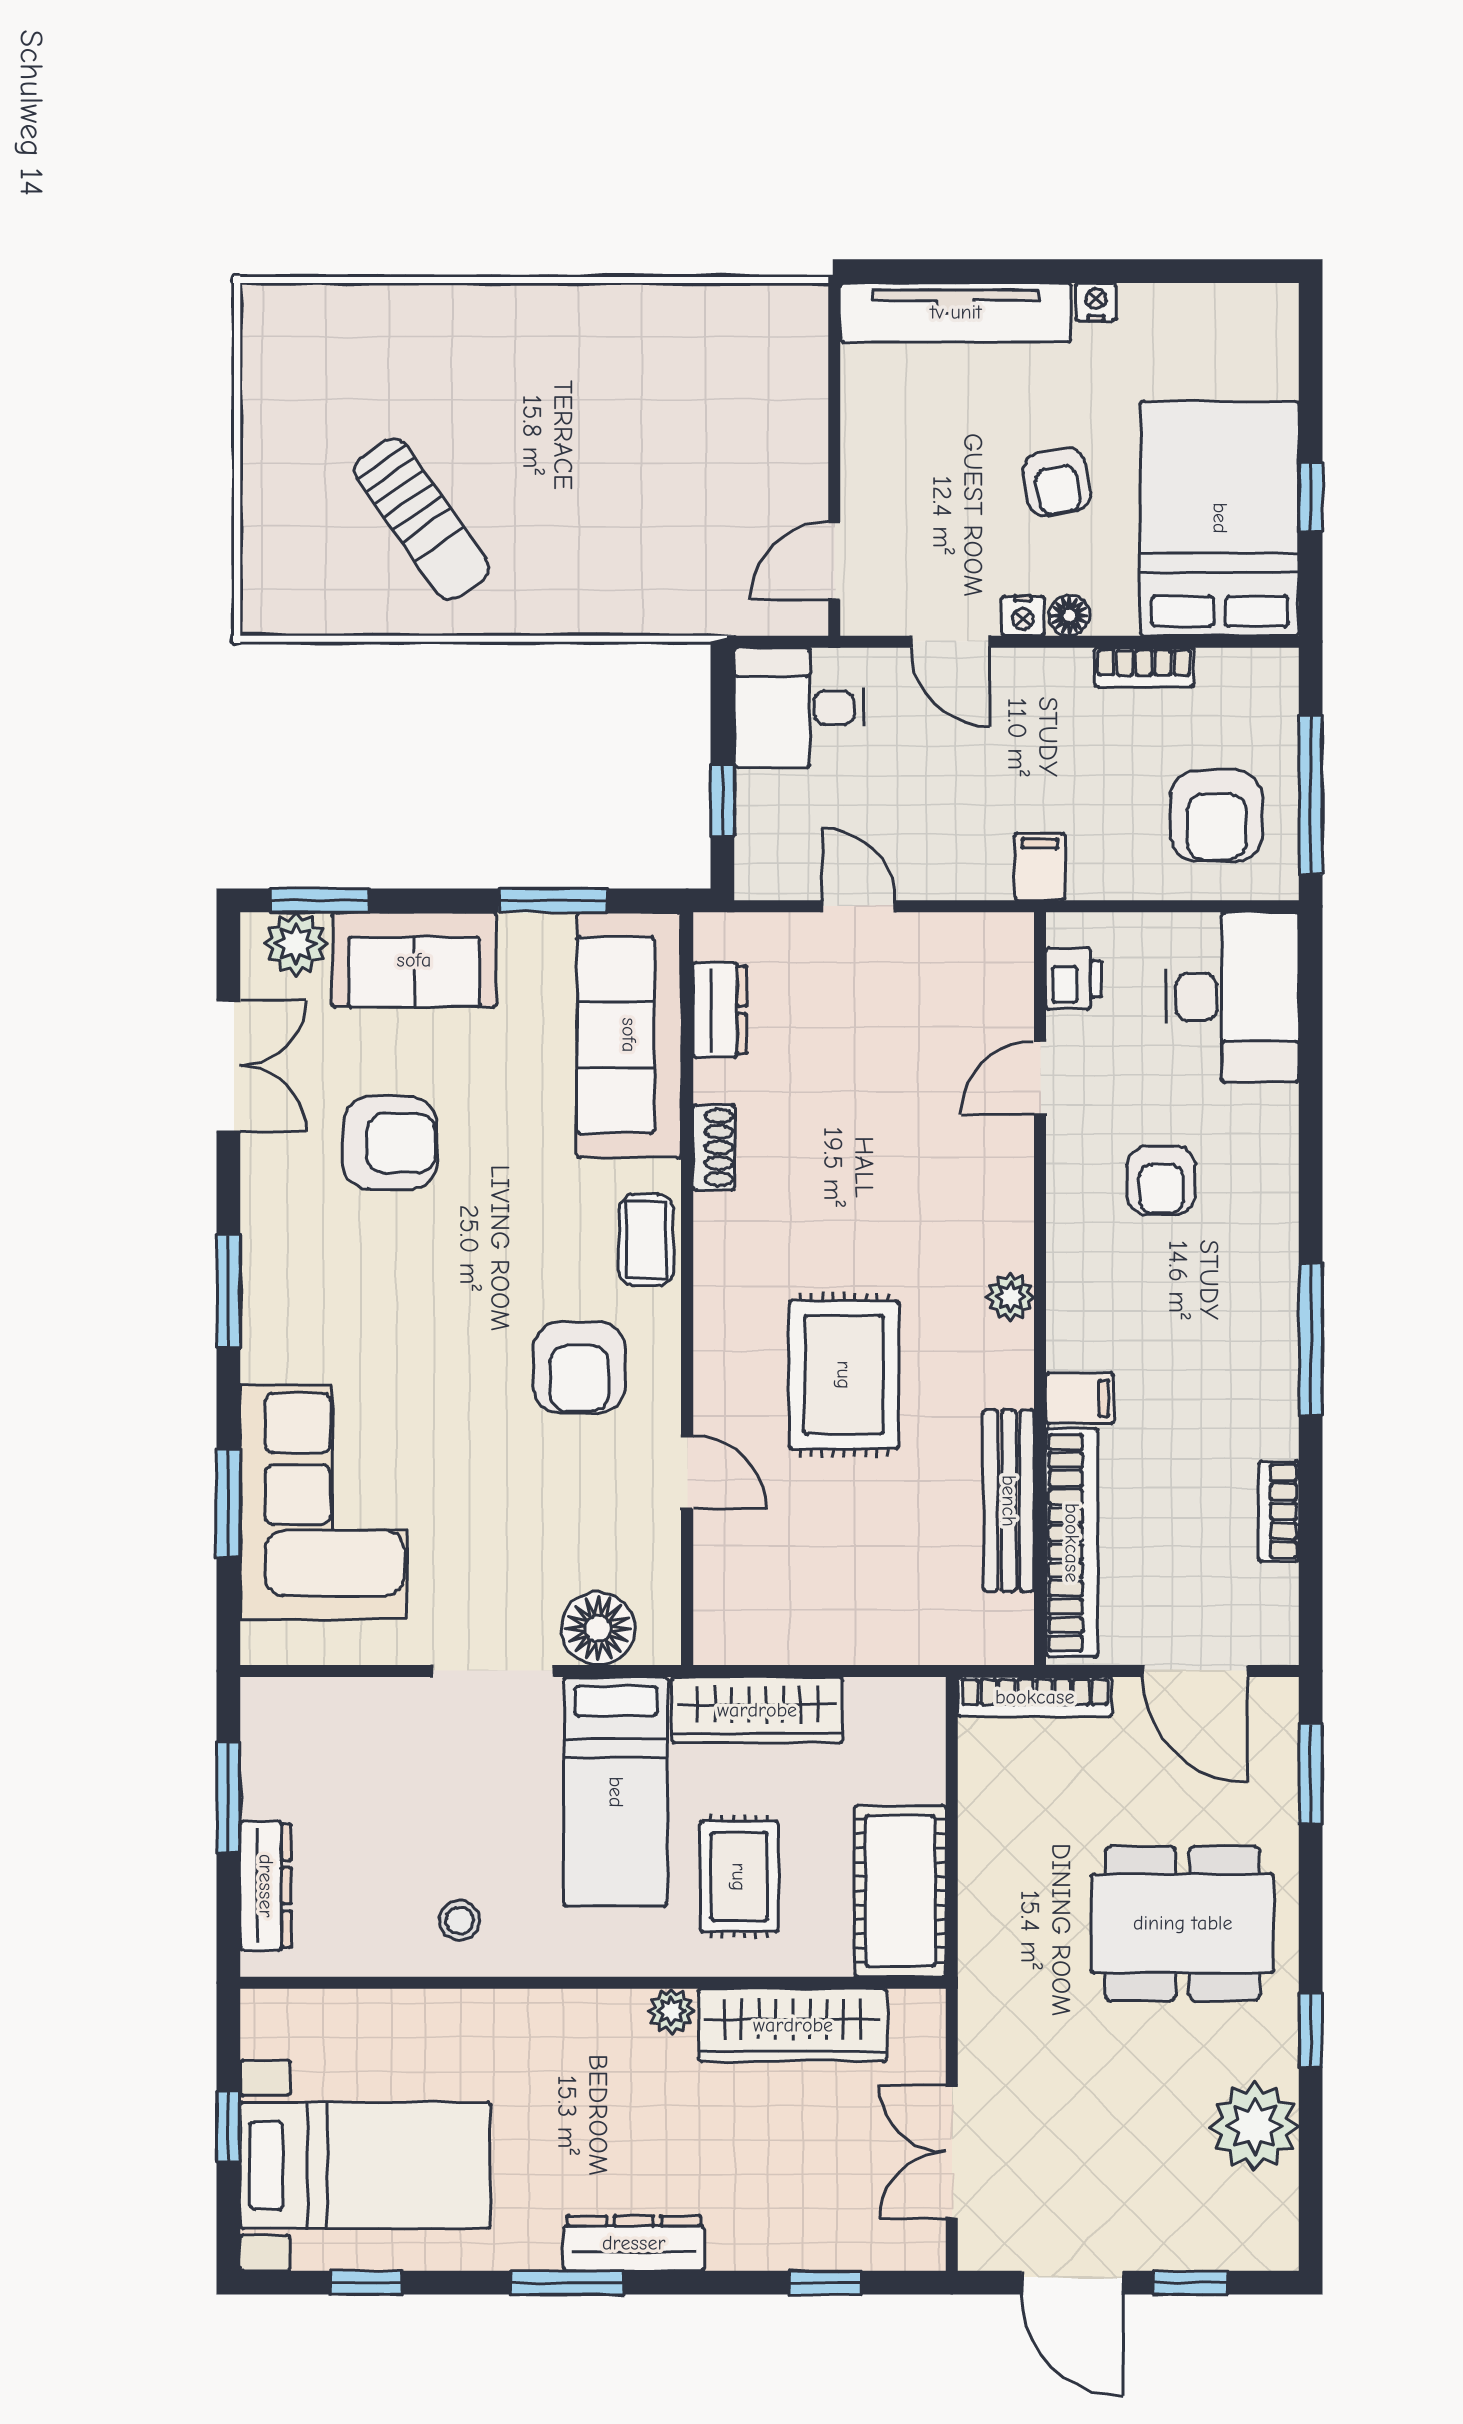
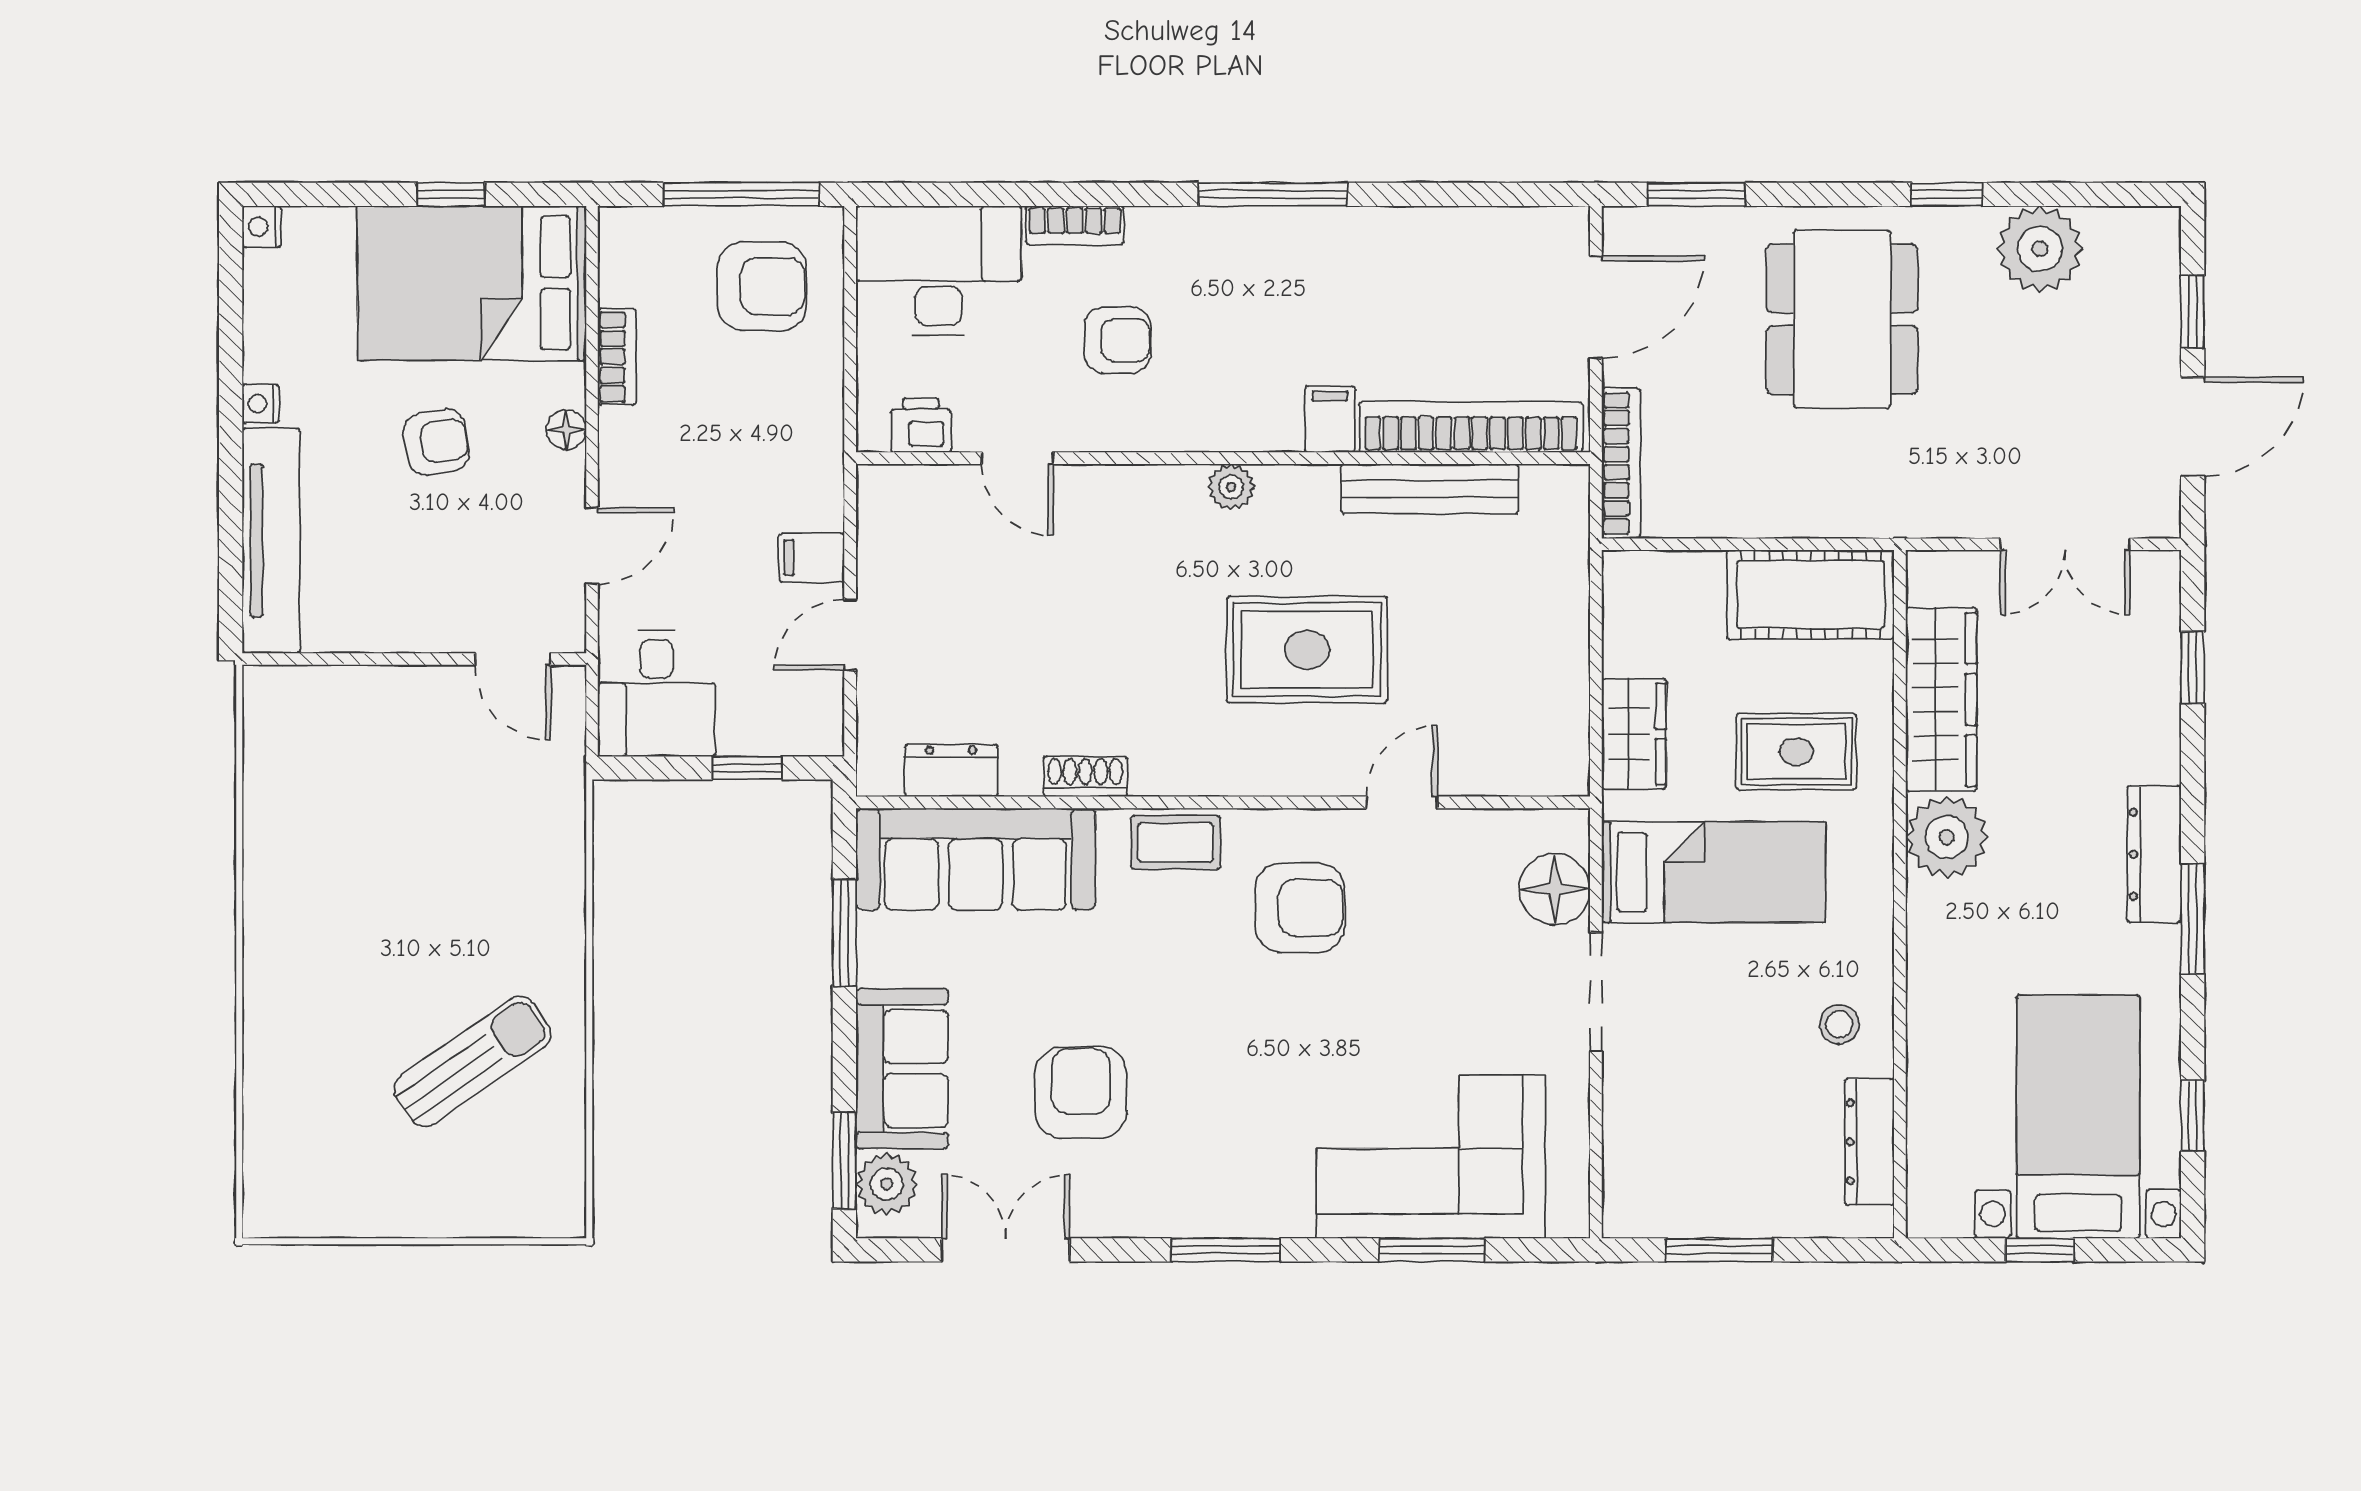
nightstand: (1023, 616) -> (262, 227), moved, turned 180
filing cabinet: (1040, 867) -> (812, 558), moved
bookcase: (1279, 1511) -> (1075, 225), moved
wardrobe: (757, 1710) -> (1634, 734), width x0.67
dresser: (266, 1886) -> (1869, 1142), moved, turned -90
plant: (671, 2011) -> (1947, 837), width x1.87, depth x1.87

